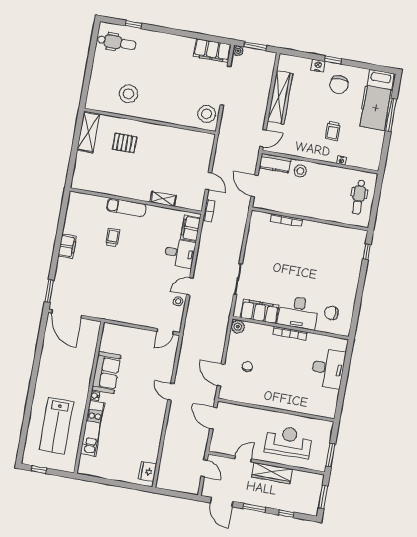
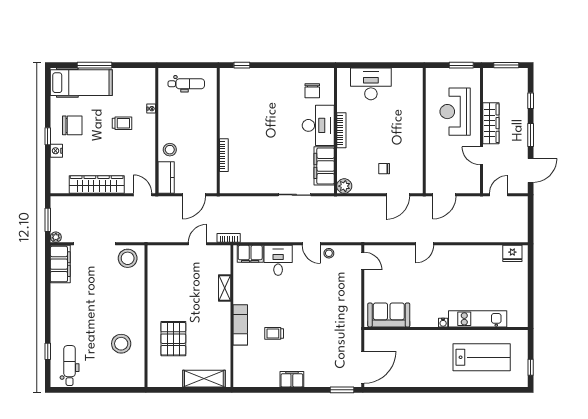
shelving: (88, 132) -> (204, 379), moved
pallet: (124, 143) -> (173, 339), width x1.50, depth x1.42
sofa: (106, 373) -> (389, 315), moved

